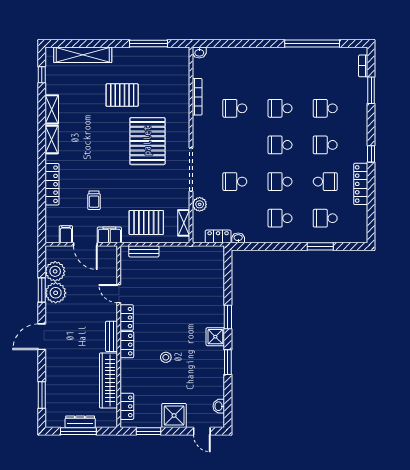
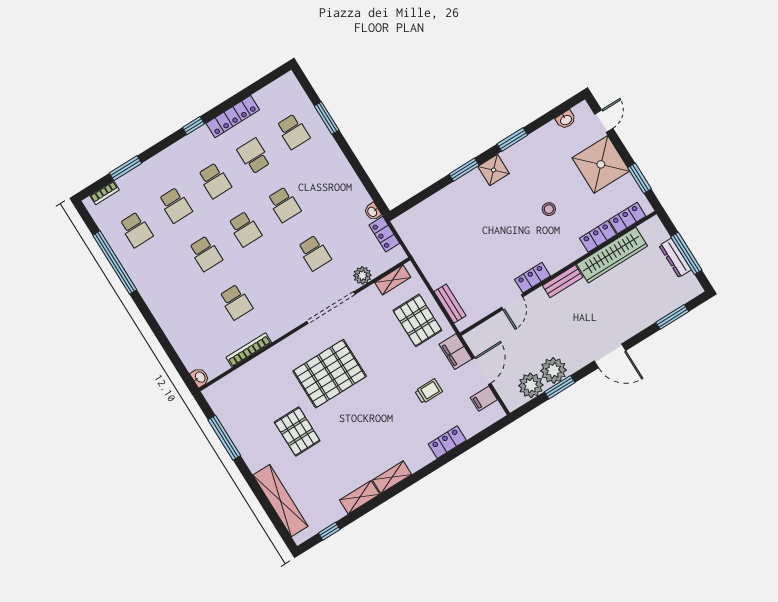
locker: (52, 184) -> (447, 442), width x0.66
school desk: (280, 218) -> (136, 230), moved
locker: (127, 345) -> (598, 236), moved
shower: (174, 415) -> (601, 164), width x1.37, depth x1.37

